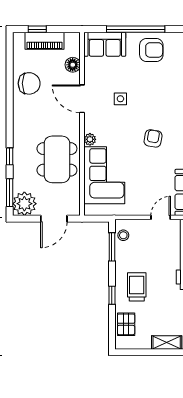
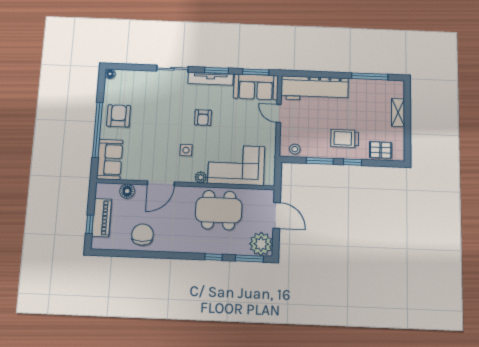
side table: (120, 99) -> (186, 150), moved
armchair: (153, 138) -> (203, 118), turned -100
window: (112, 247) -> (320, 161), moved

